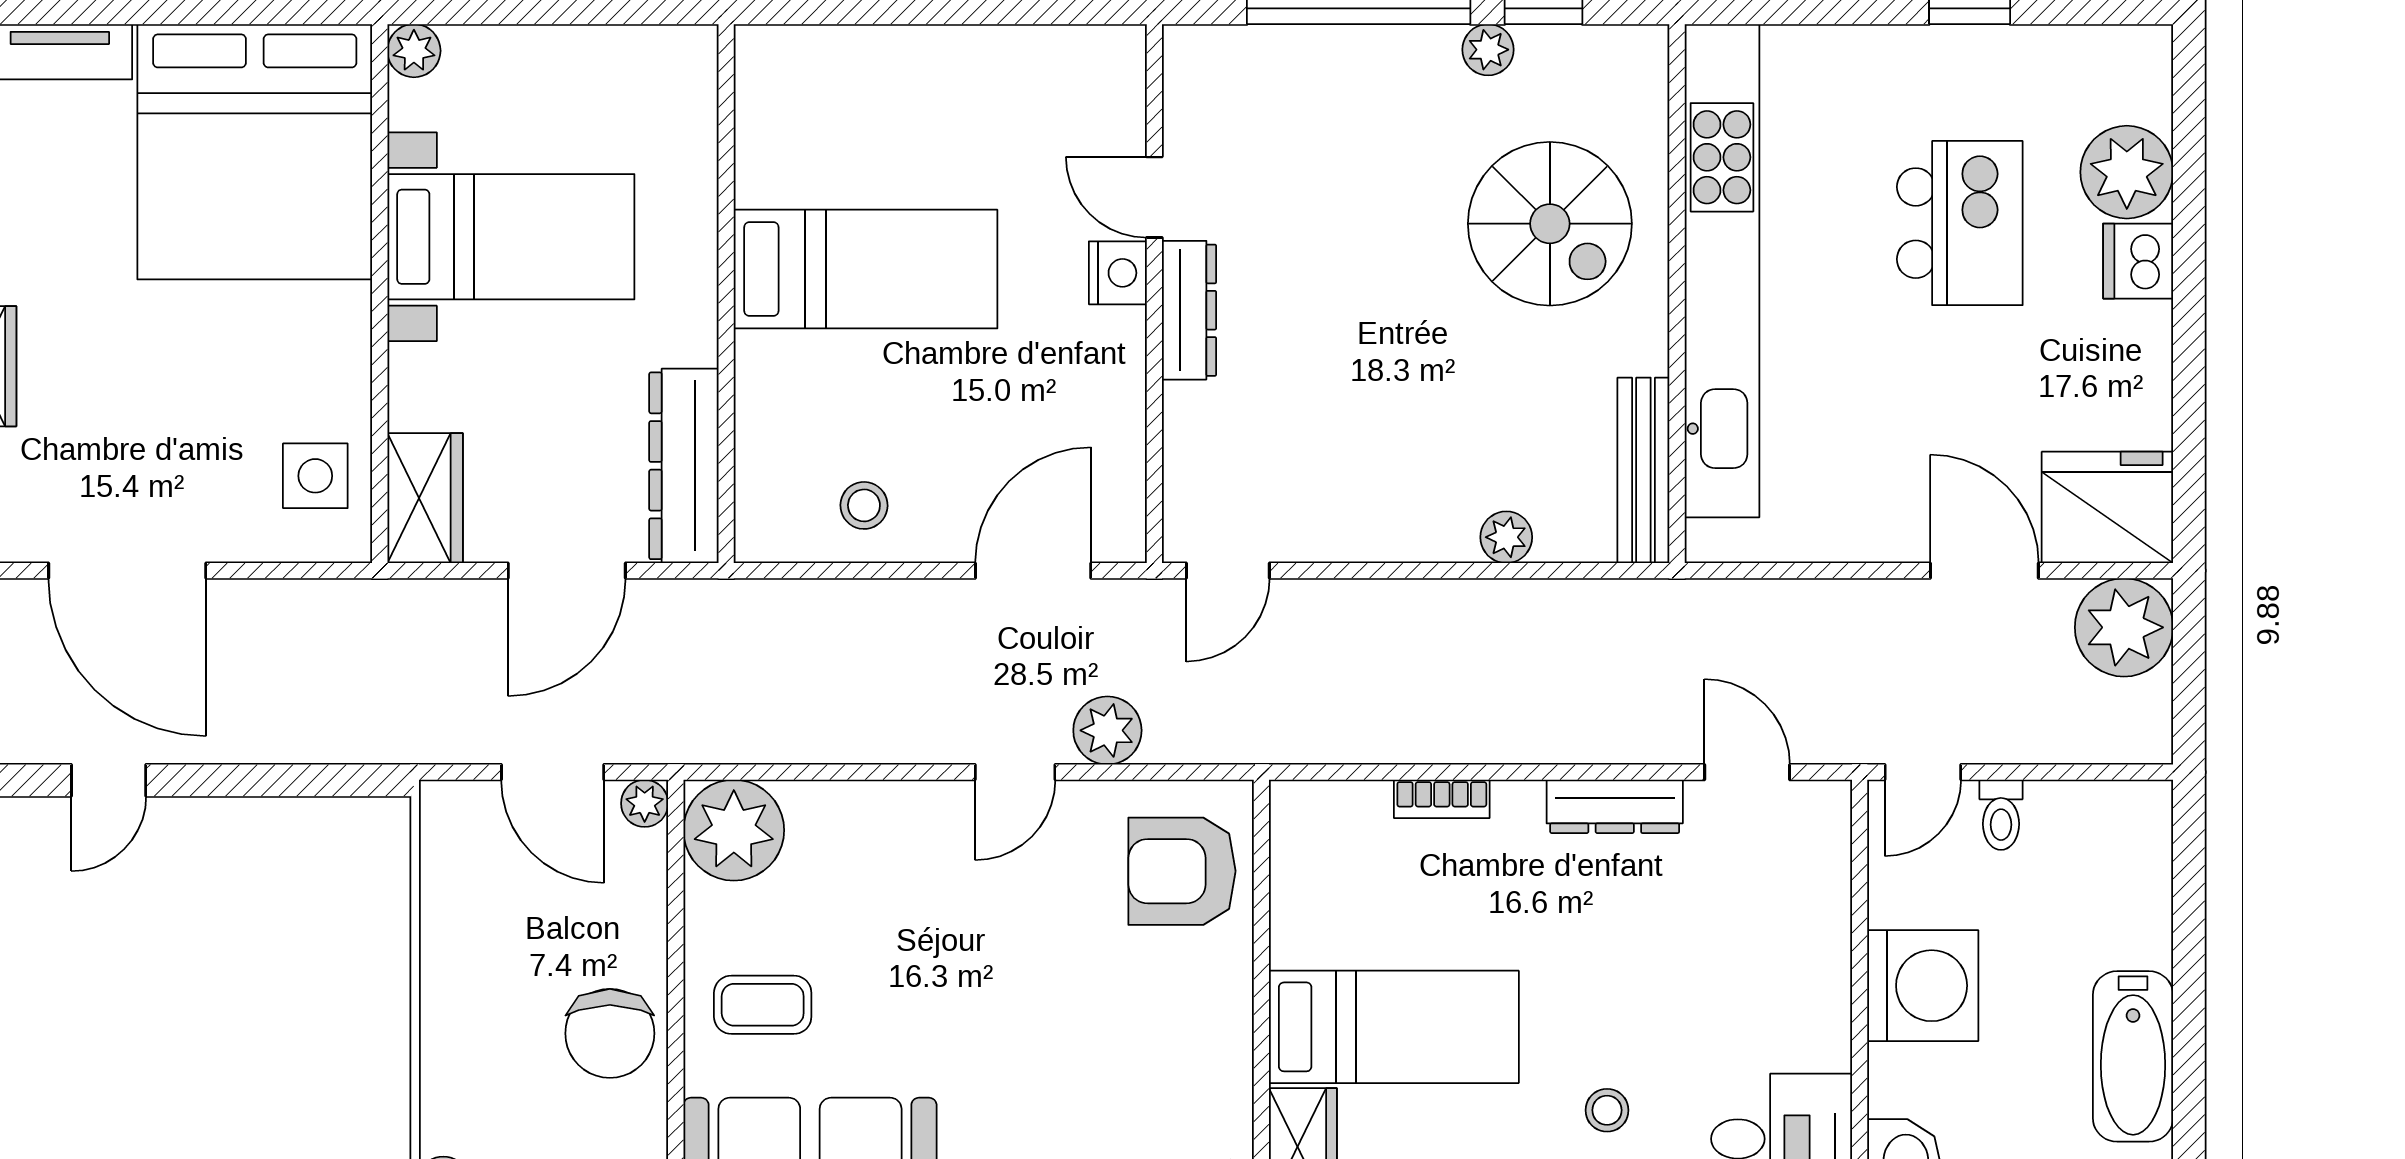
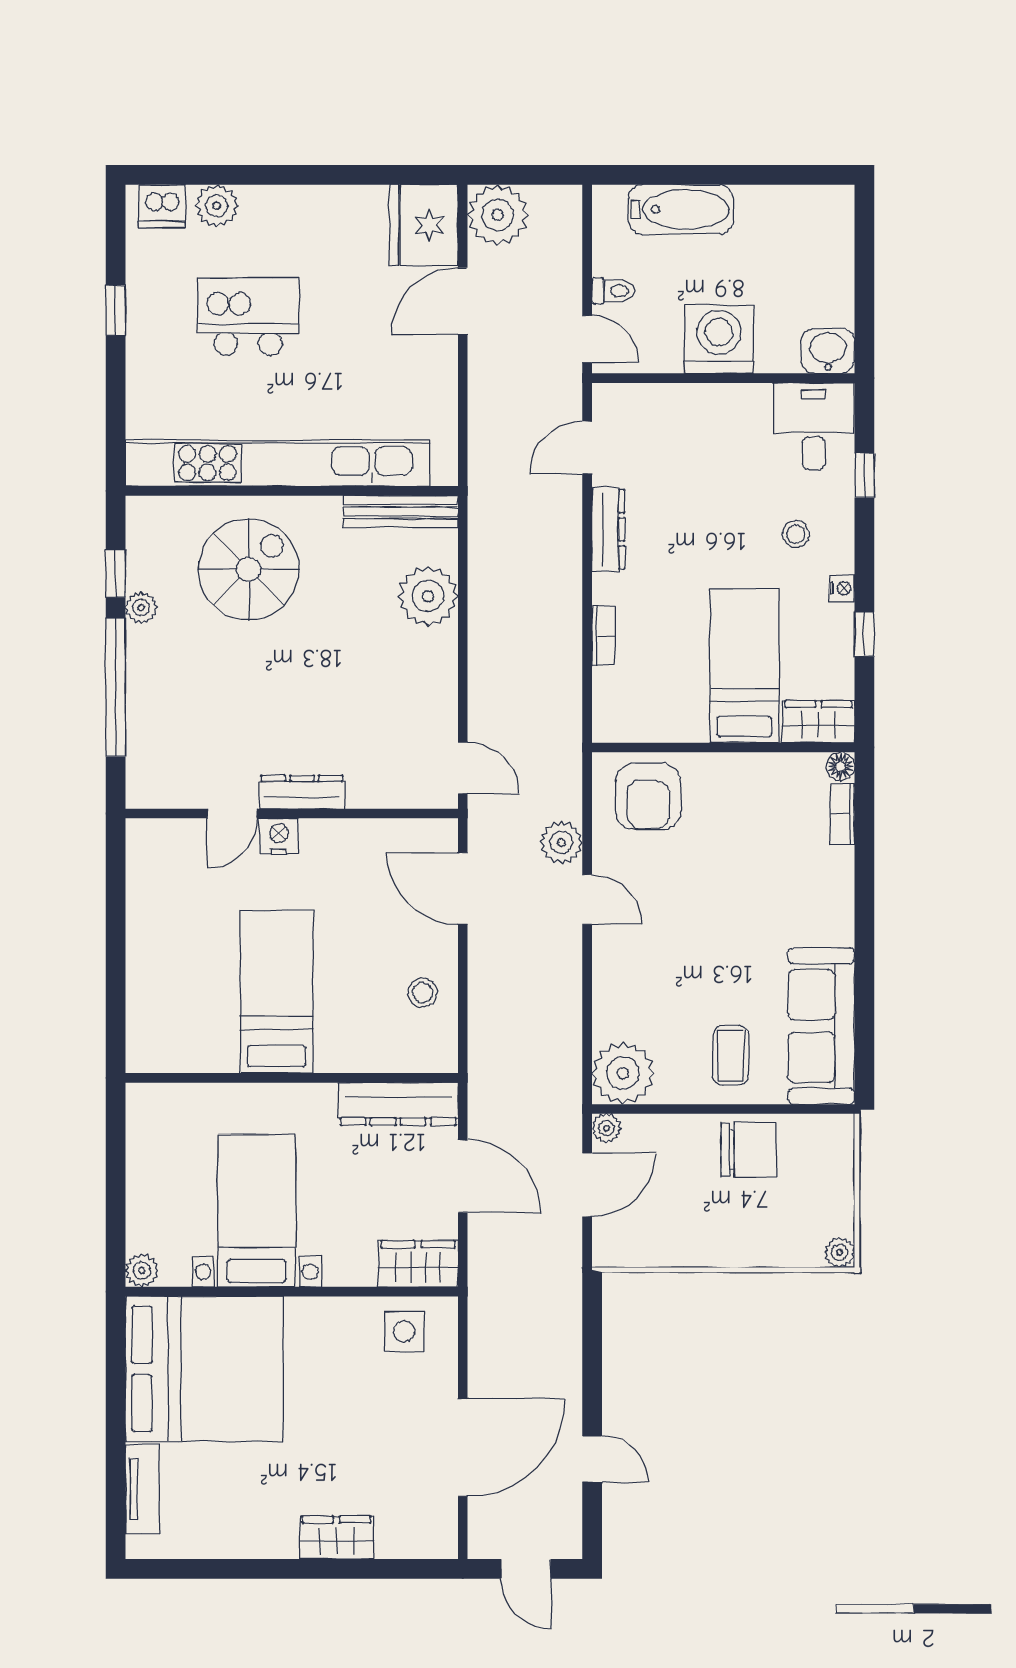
plant: (2127, 172) -> (217, 206), width x0.73, depth x0.73
dishwasher: (2138, 261) -> (162, 206), moved
plant: (1506, 537) -> (428, 596), width x1.88, depth x1.88
bathtub: (2133, 1056) -> (681, 209), moved

